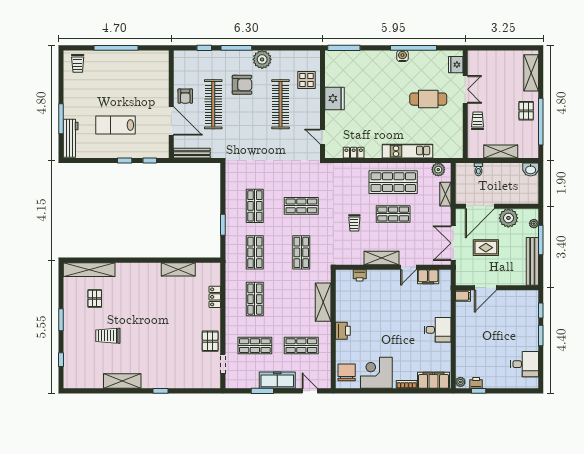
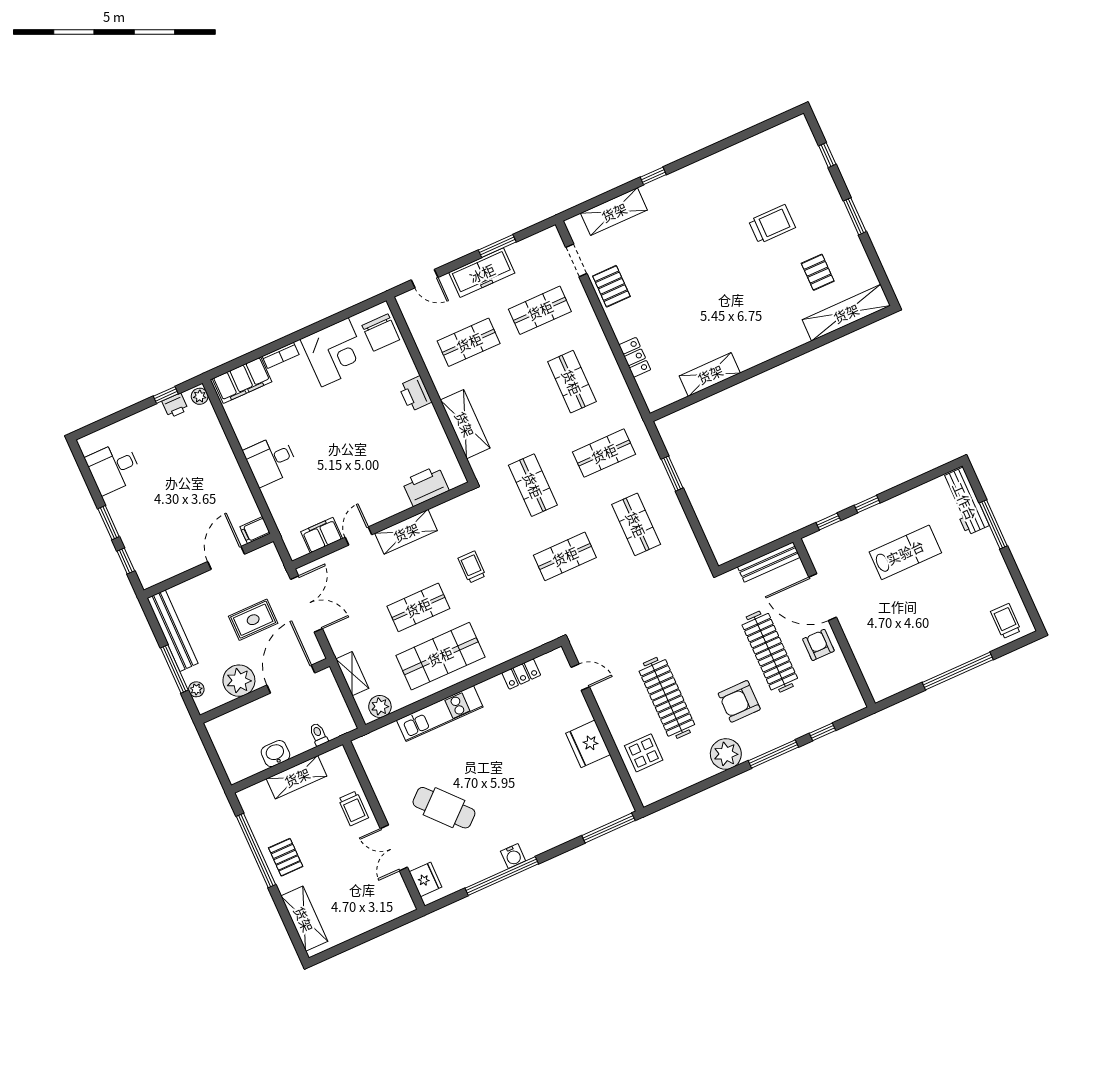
cafe table: (428, 99) -> (444, 808), turned 48
washbasin: (531, 170) -> (275, 754), moved
shop shelf: (255, 252) -> (604, 453), turned 90
printer: (360, 275) -> (426, 486), width x1.87, depth x1.48
shelving: (122, 381) -> (614, 212), moved

